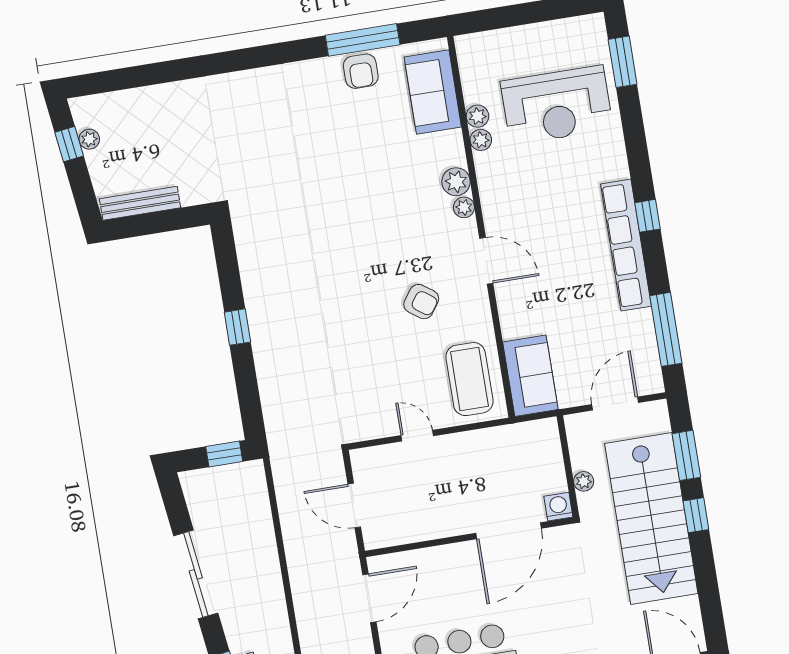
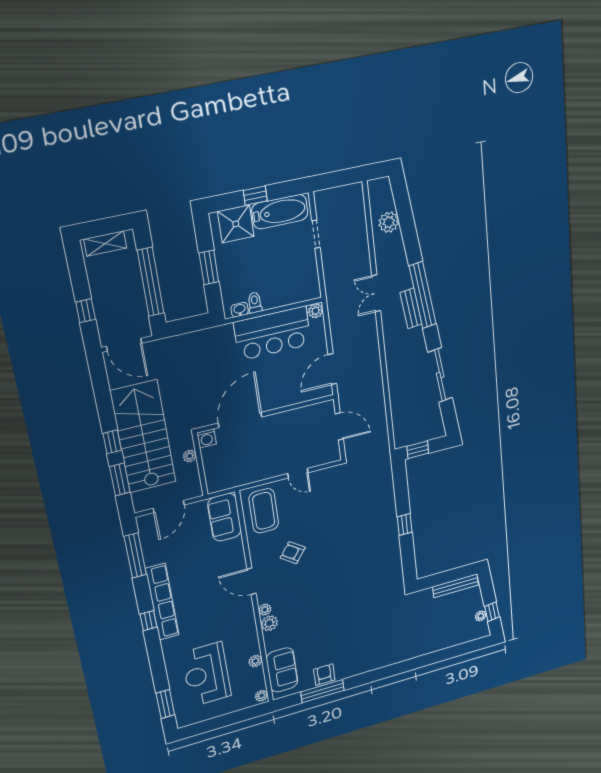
reception desk: (557, 105) -> (207, 674), turned -90
plant: (481, 140) -> (261, 696), moved

